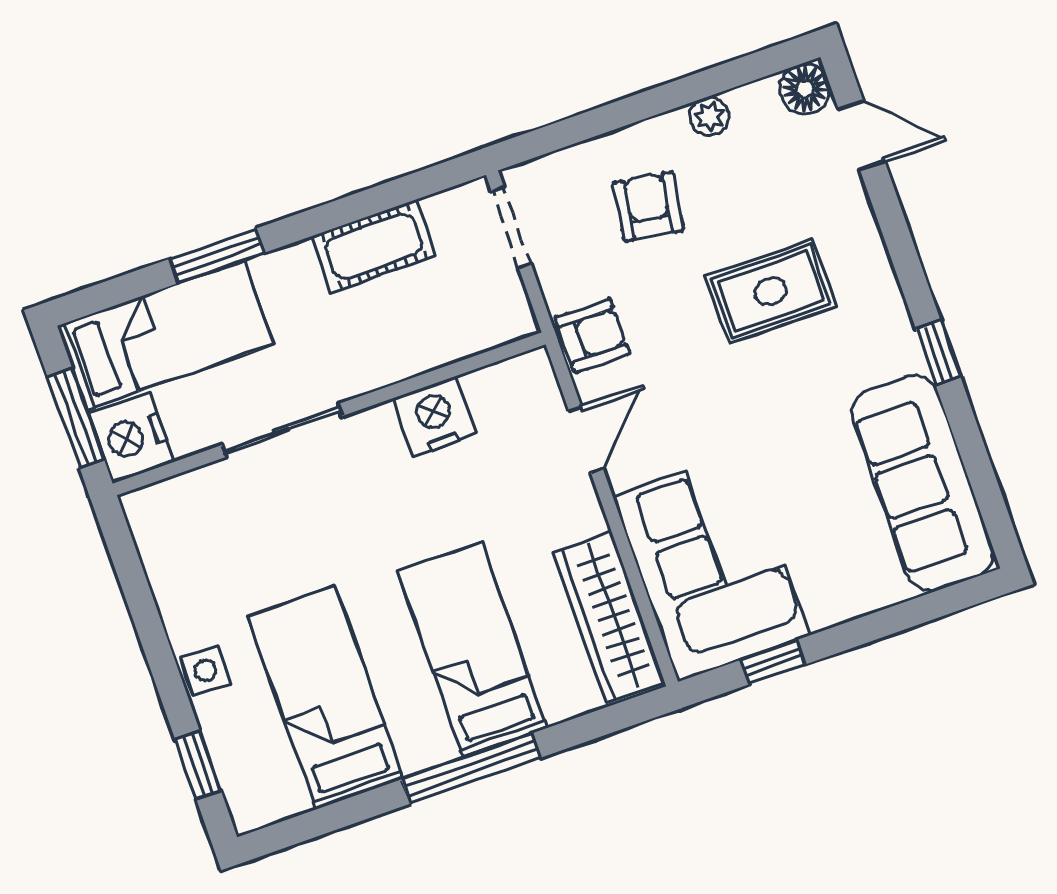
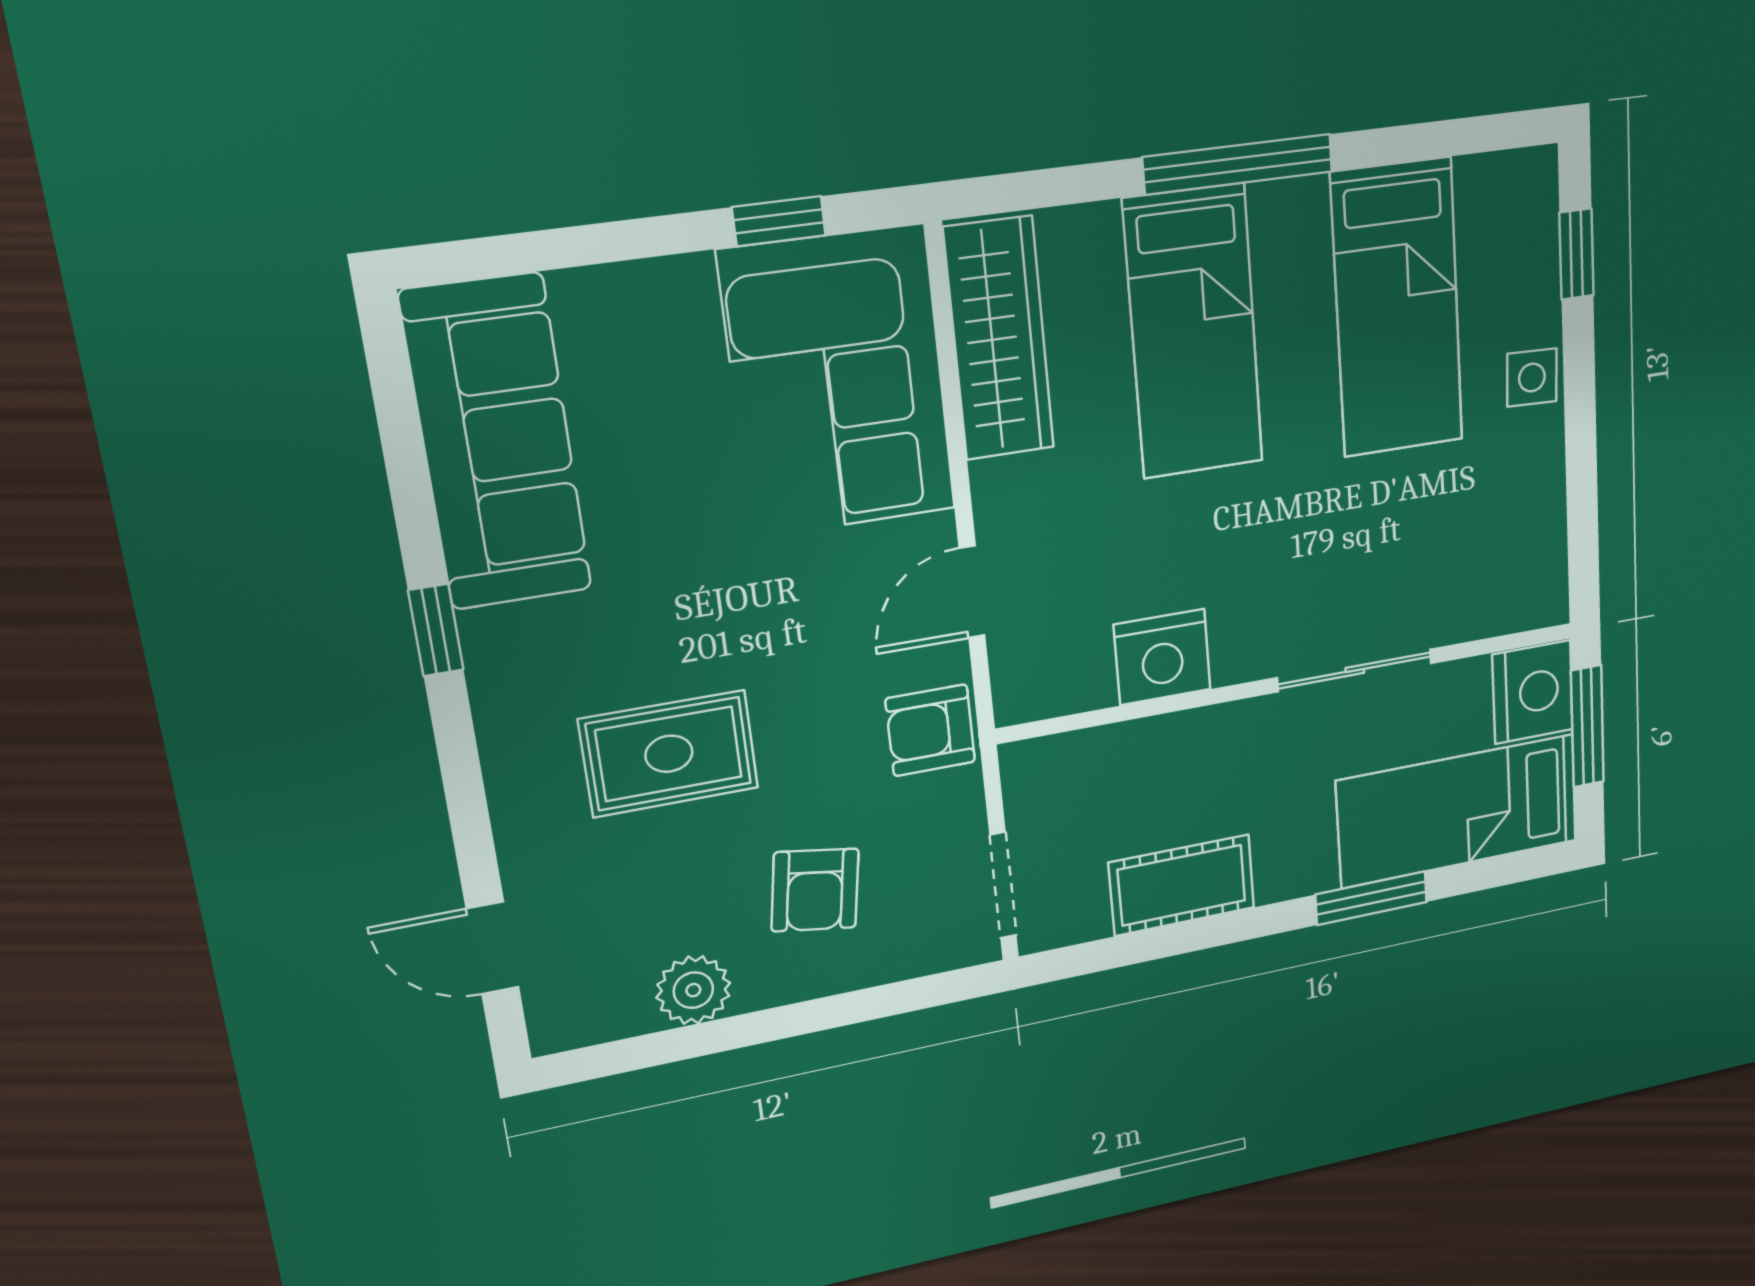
floor lamp: (805, 89) -> (562, 1019), removed
plant: (709, 116) -> (693, 990), width x1.38, depth x1.38

